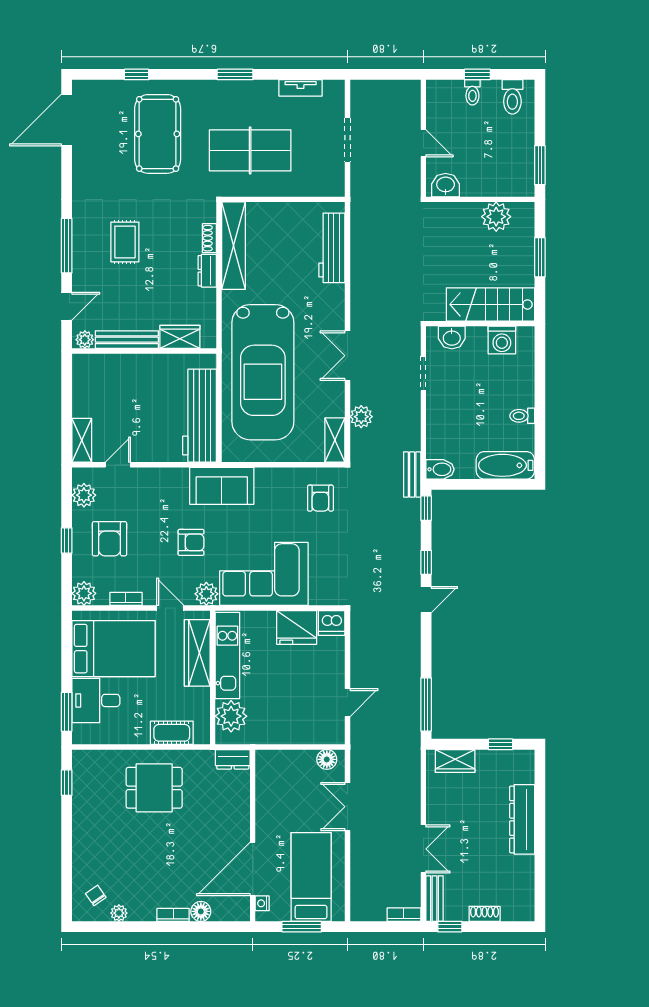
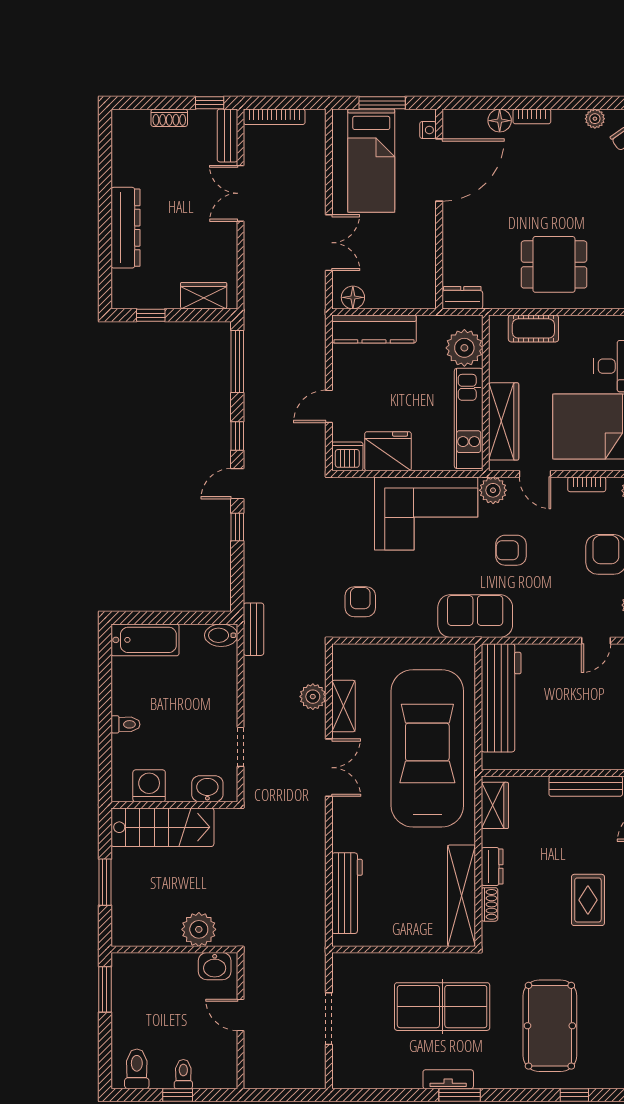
tv unit: (301, 88) -> (448, 1079), moved
plant: (496, 217) -> (199, 929), moved
wardrobe: (180, 337) -> (495, 805), moved, turned -90
toilet: (522, 416) -> (125, 724), moved
shelving: (335, 440) -> (343, 706), moved
window: (426, 508) -> (237, 436), moved
door: (347, 703) -> (329, 406), moved
kitchen counter: (309, 732) -> (374, 329), added
bookcase: (404, 915) -> (274, 117), width x1.56

